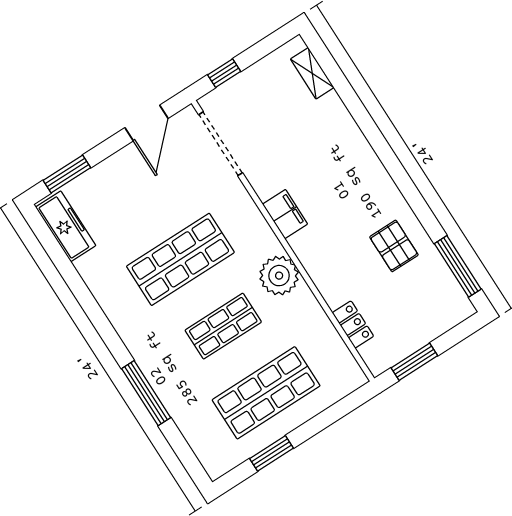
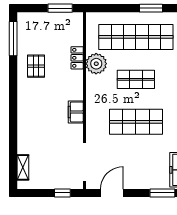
plant: (279, 276) -> (96, 64), moved
locker: (353, 324) -> (77, 58), moved
shop shelf: (266, 393) -> (136, 37), width x1.40

